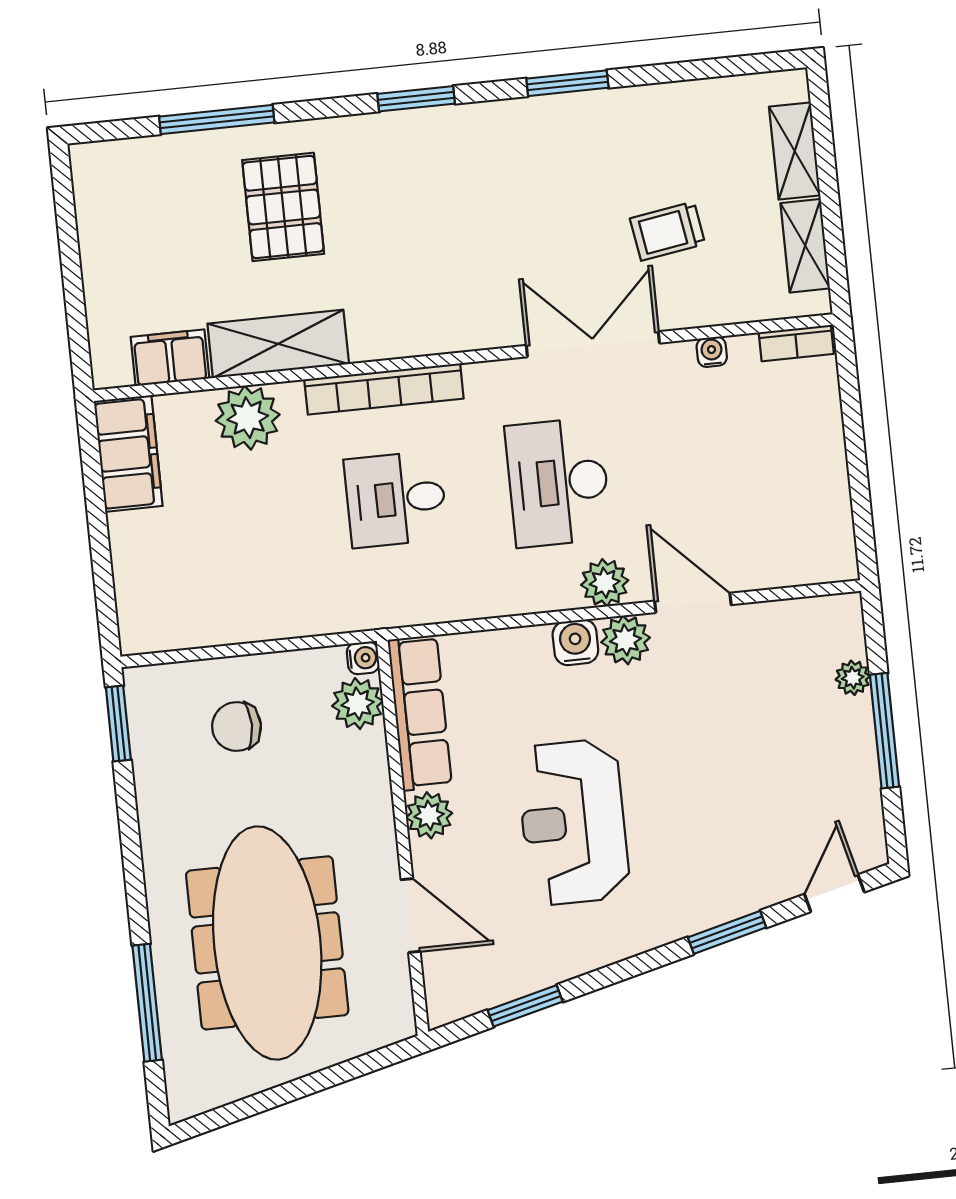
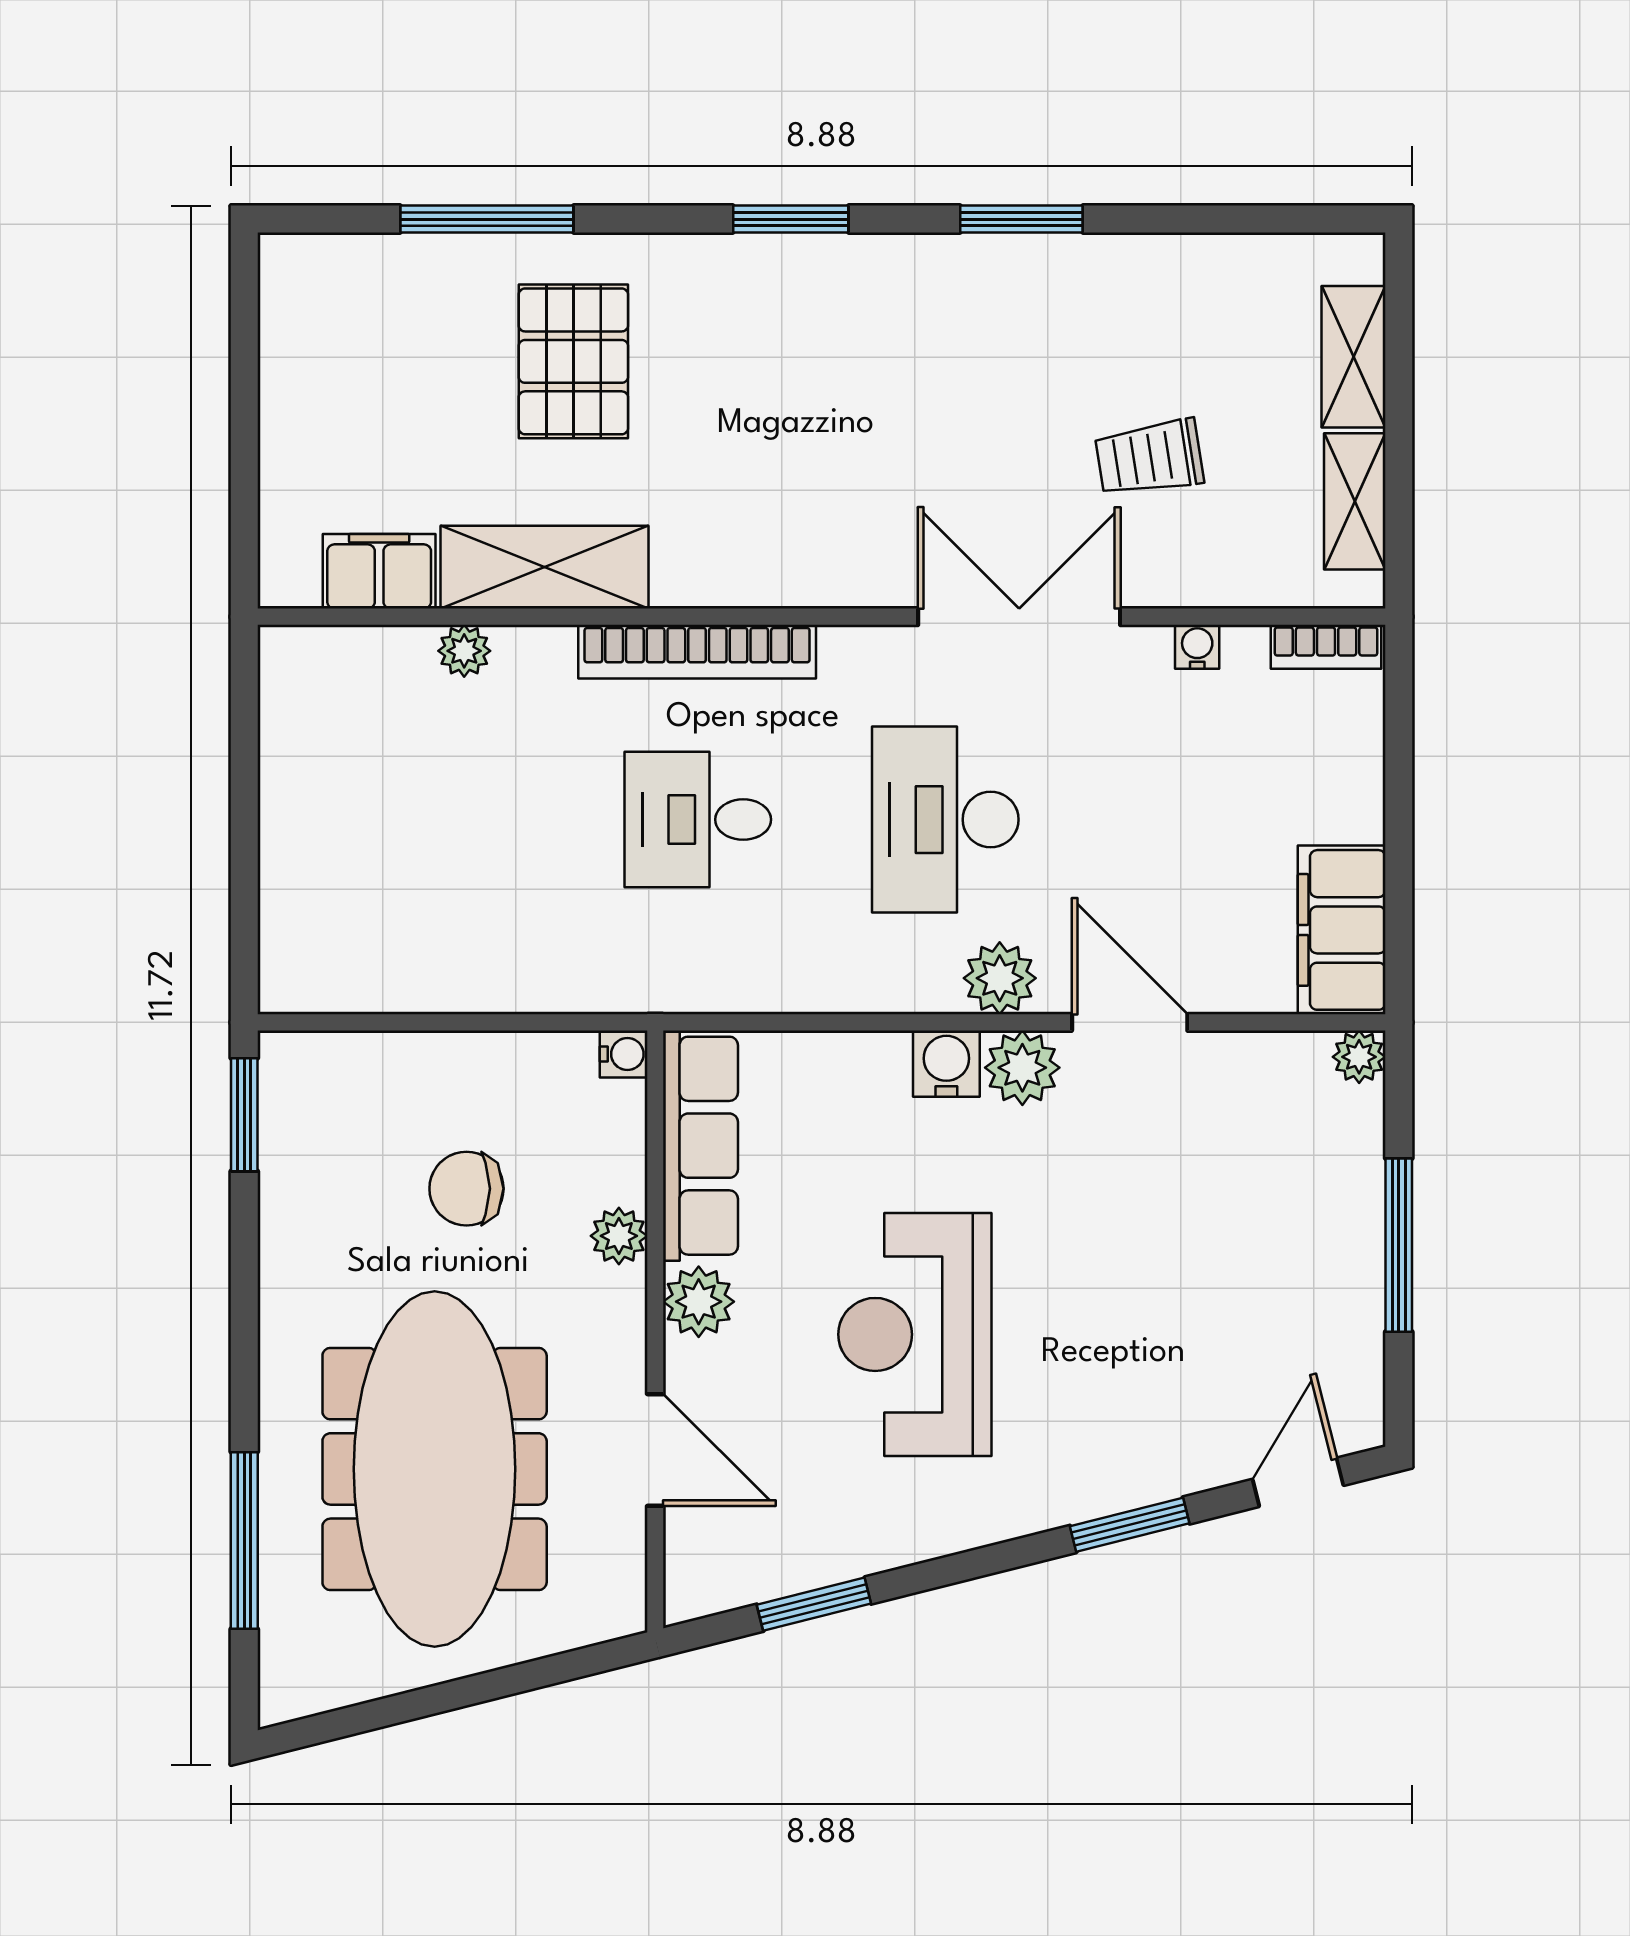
plant: (248, 418) -> (464, 651), width x0.53, depth x0.53
filing cabinet: (128, 454) -> (1342, 930), moved, turned 180
plant: (853, 678) -> (1359, 1057), moved
plant: (358, 704) -> (619, 1236), moved, width x0.73, depth x0.73
chair: (237, 727) -> (466, 1189), moved

